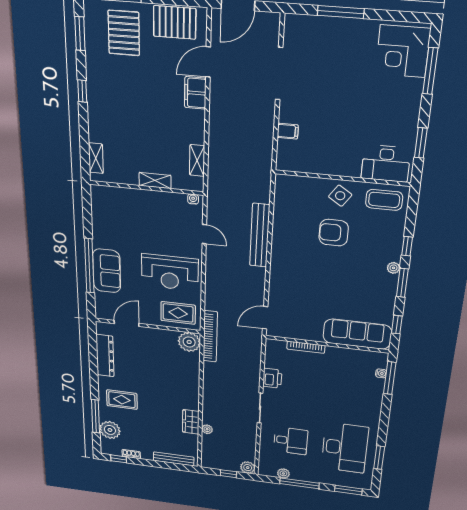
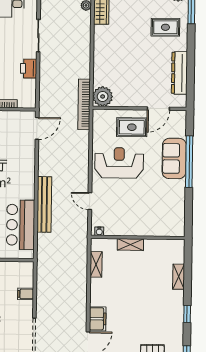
shelving: (96, 158) -> (179, 277), moved
bar counter: (290, 215) -> (21, 225), added
rug: (178, 313) -> (132, 127), moved

